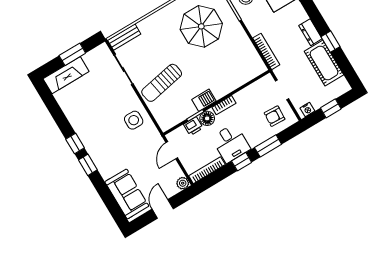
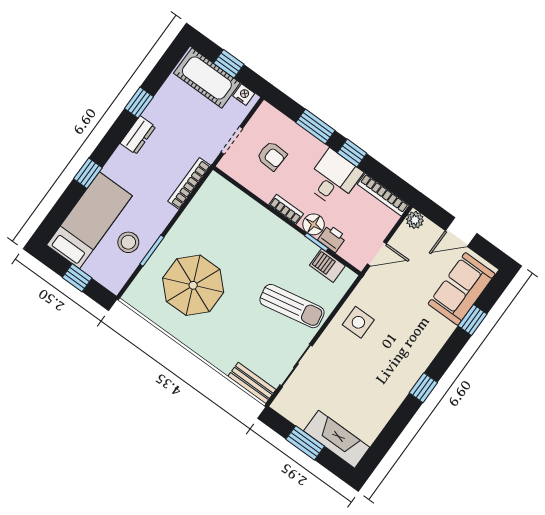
cot: (324, 63) -> (207, 78), moved, turned 90
barbecue: (204, 100) -> (327, 266), moved
armchair: (275, 116) -> (272, 156), moved
window: (88, 165) -> (473, 320), moved

